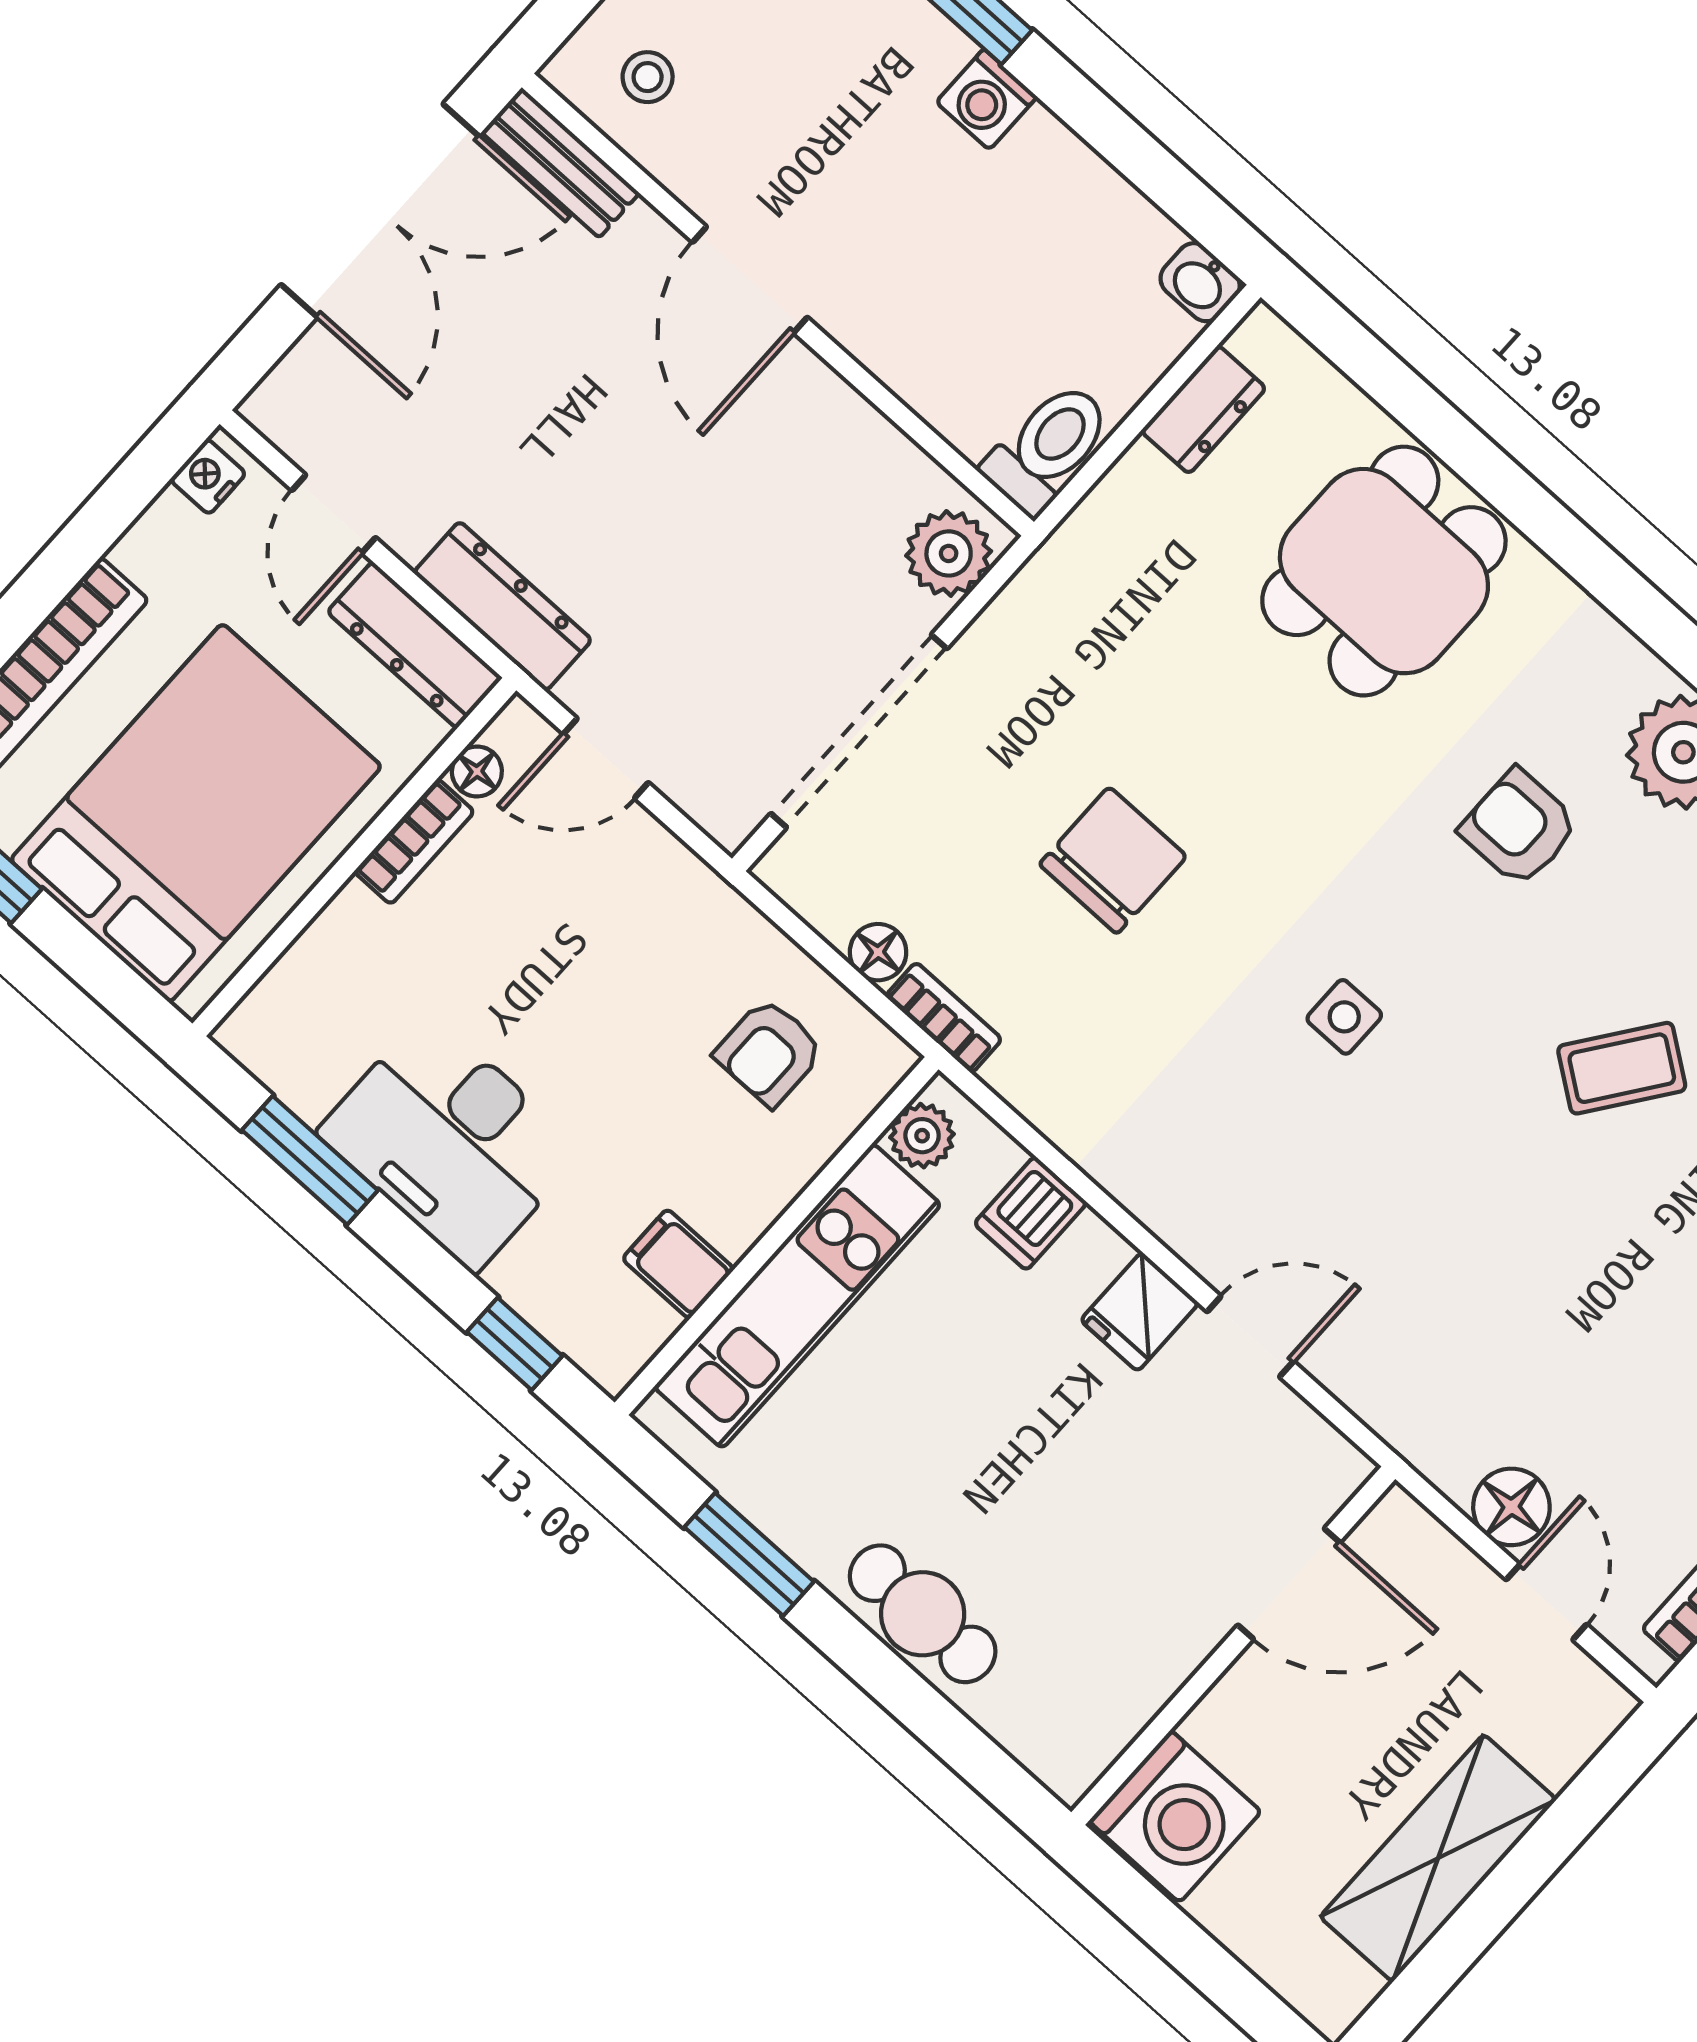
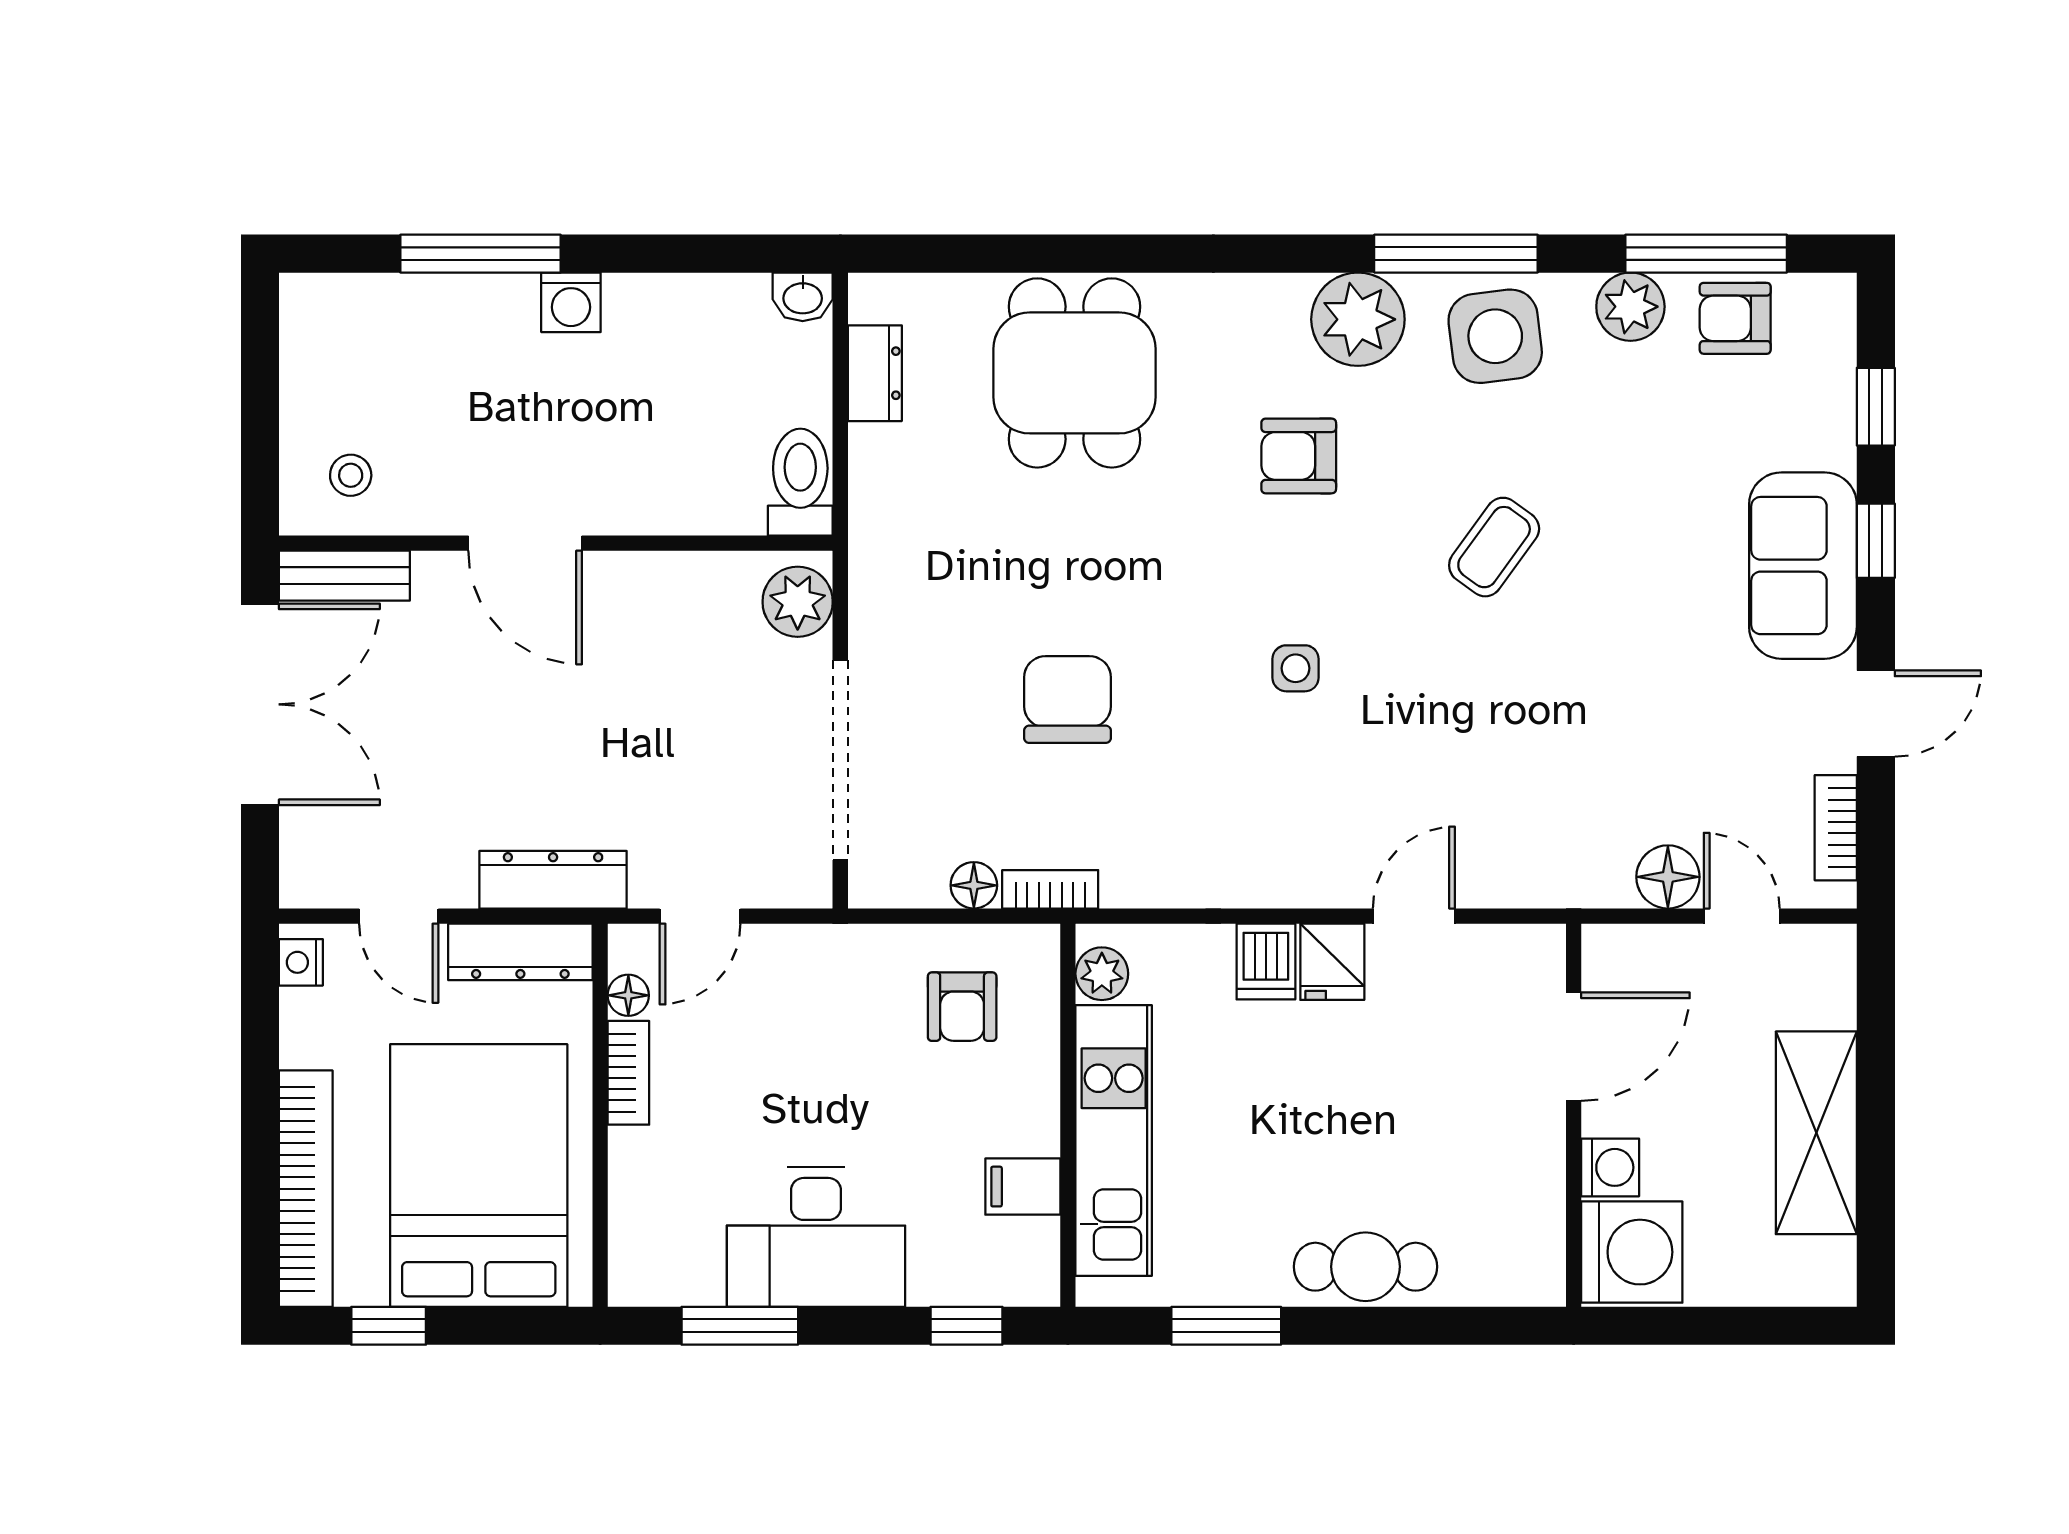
dishwasher: (1031, 1213) -> (1266, 962), moved
washing machine: (1224, 1722) -> (1610, 1167), added

